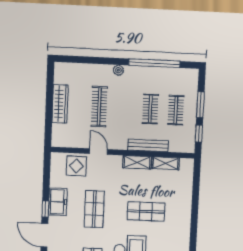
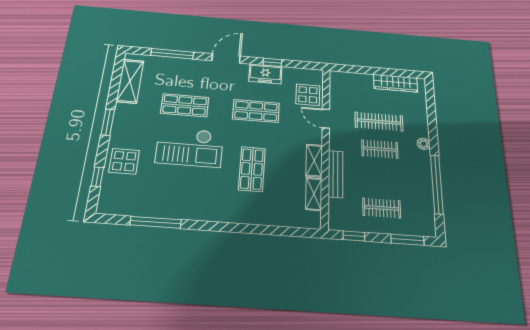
wardrobe: (60, 104) -> (396, 83), moved
window: (200, 105) -> (407, 240), moved
clothes rail: (150, 109) -> (380, 149), moved
door: (98, 152) -> (326, 119), swing flipped
window: (45, 209) -> (272, 62), moved

